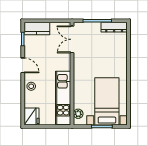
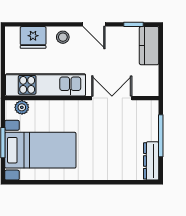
double door: (72, 39) -> (112, 98), moved
door: (23, 65) -> (94, 24), hinge flipped
fridge: (31, 117) -> (33, 37), moved

